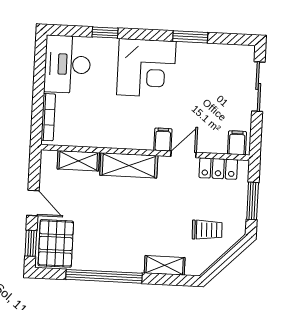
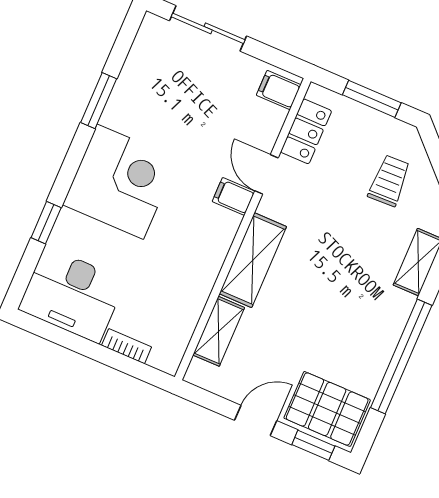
bookcase: (48, 117) -> (127, 346), width x0.64

